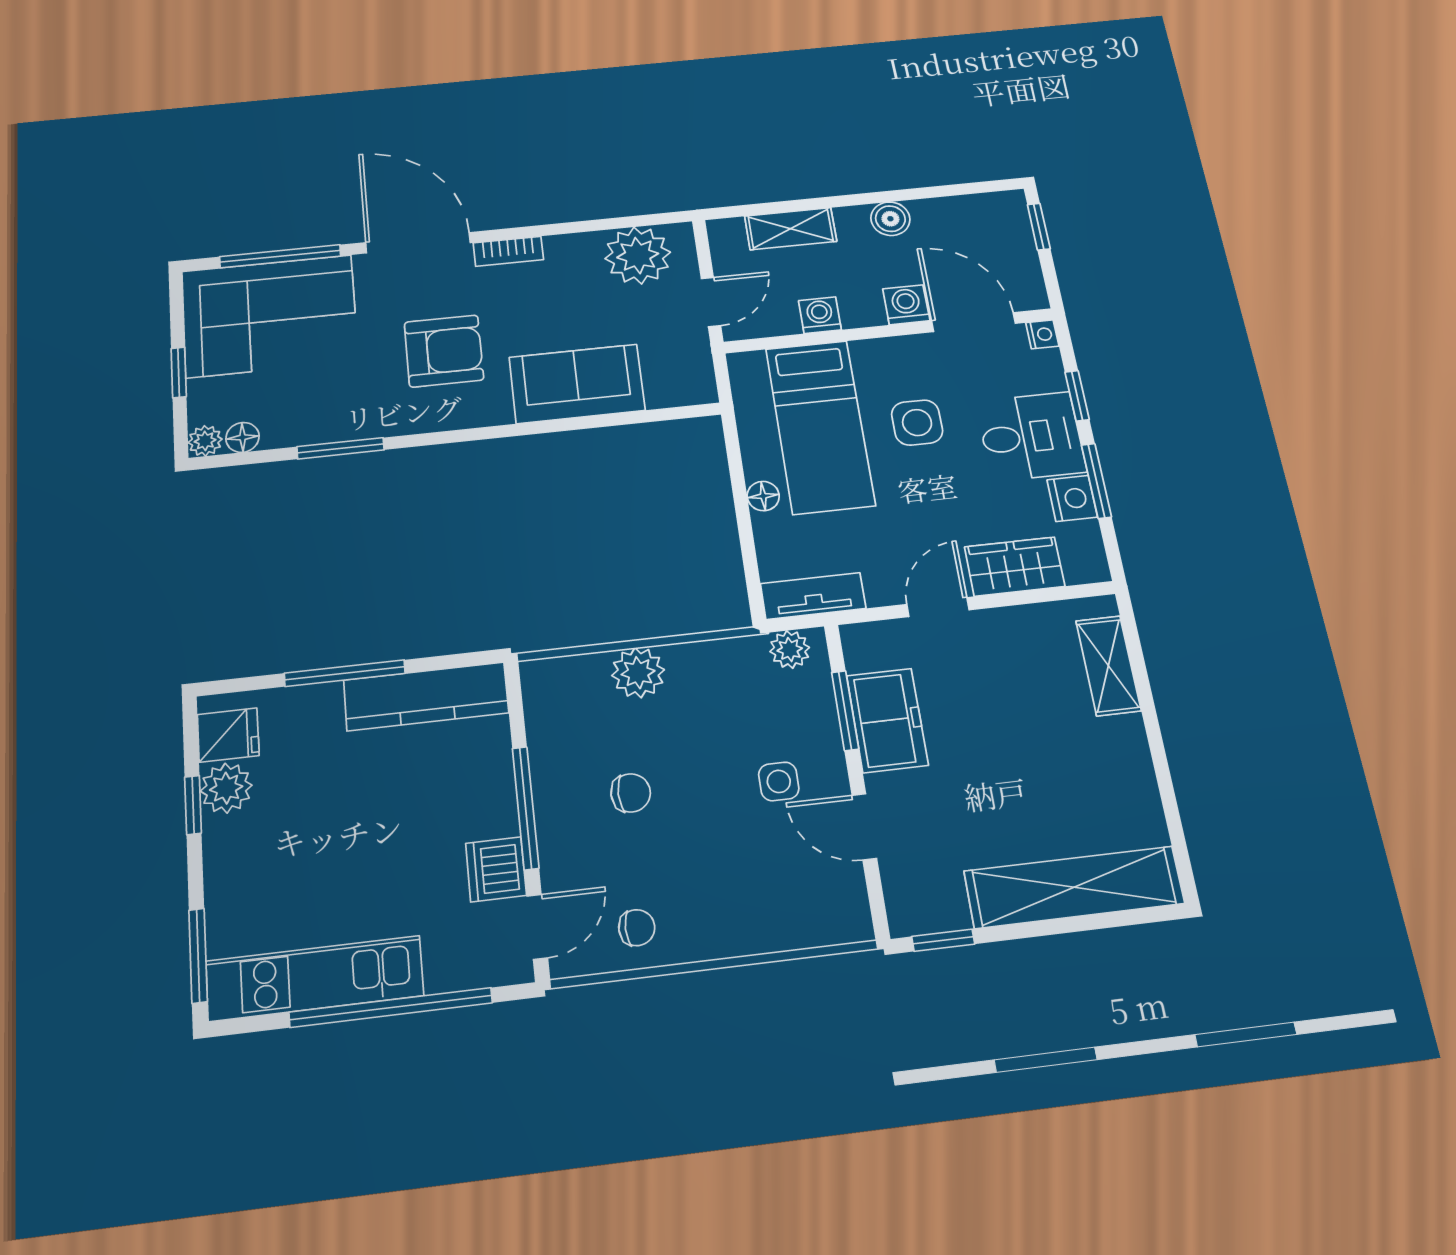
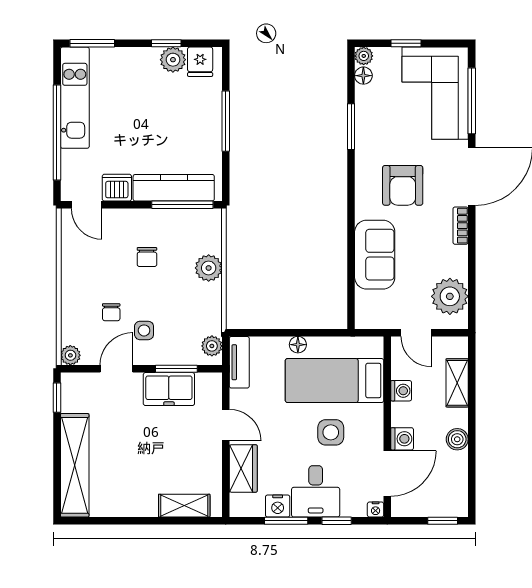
kitchen counter: (426, 696) -> (174, 188), moved, turned 90
window: (526, 808) -> (182, 205), moved
plant: (852, 923) -> (70, 355), added
chair: (637, 928) -> (111, 312), moved

